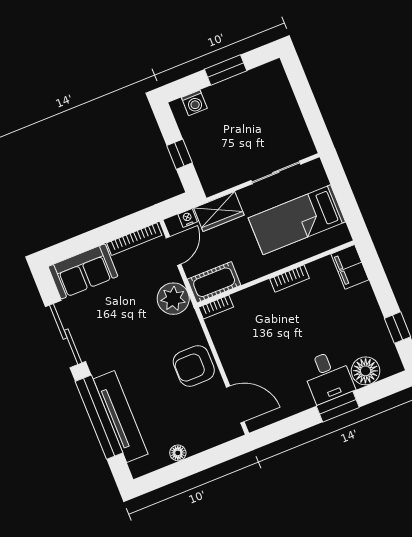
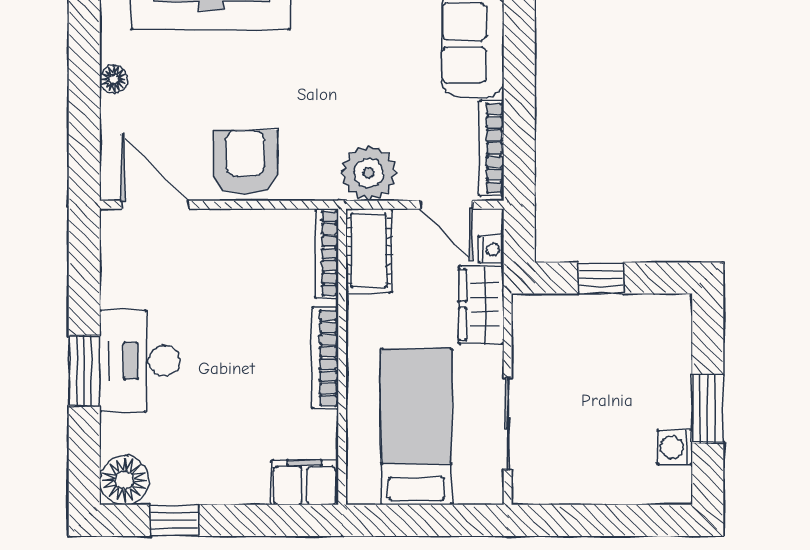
washing machine: (194, 103) -> (675, 447), moved
bookcase: (290, 279) -> (325, 358), width x1.56
bookcase: (216, 307) -> (327, 253), width x1.56
floor lamp: (366, 371) -> (124, 480), moved
desk: (328, 377) -> (140, 361), width x1.37
door: (235, 404) -> (155, 205), swing flipped

